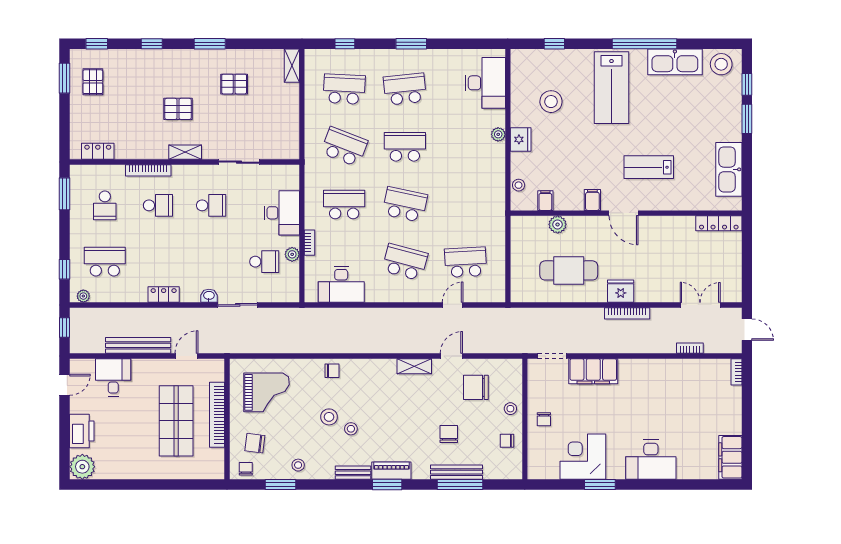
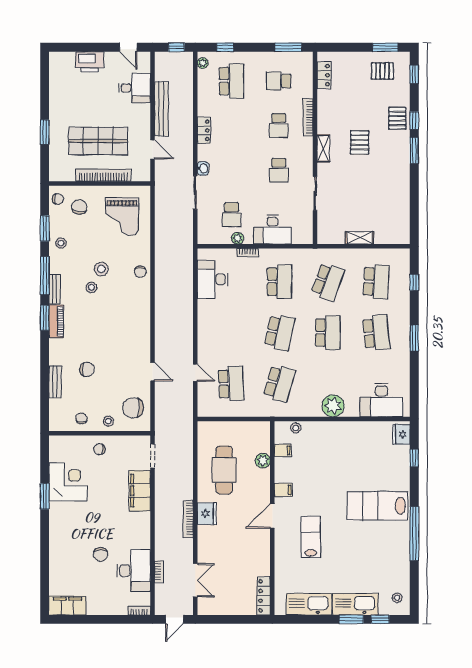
window: (210, 44) -> (414, 150), moved
kitchen sink: (675, 62) -> (355, 604), moved, turned 90
stool: (721, 64) -> (397, 598), width x0.53, depth x0.53
shelving: (292, 66) -> (360, 238), moved
pallet: (234, 84) -> (397, 118), moved
stool: (551, 102) -> (366, 455), removed
plant: (498, 134) -> (333, 406), width x1.88, depth x1.88
fridge: (521, 139) -> (401, 434), moved, turned 90
school desk: (405, 262) -> (279, 384), moved
shelving: (414, 366) -> (144, 341), removed
chair: (476, 387) -> (133, 408), moved, turned -90
chair: (669, 418) -> (101, 554), added
desk: (651, 460) -> (134, 571), moved, turned 180
plant: (82, 467) -> (60, 62), removed
bench: (456, 472) -> (55, 382), width x0.73
window: (166, 484) -> (45, 132), added
window: (460, 484) -> (45, 276), moved

